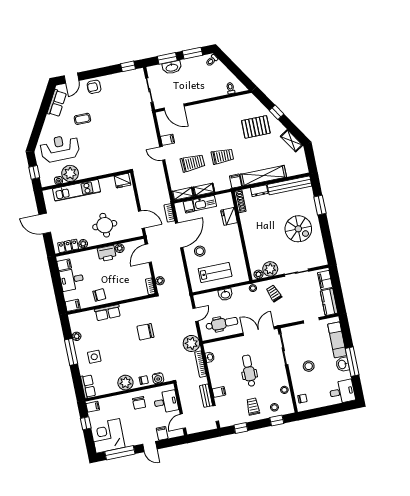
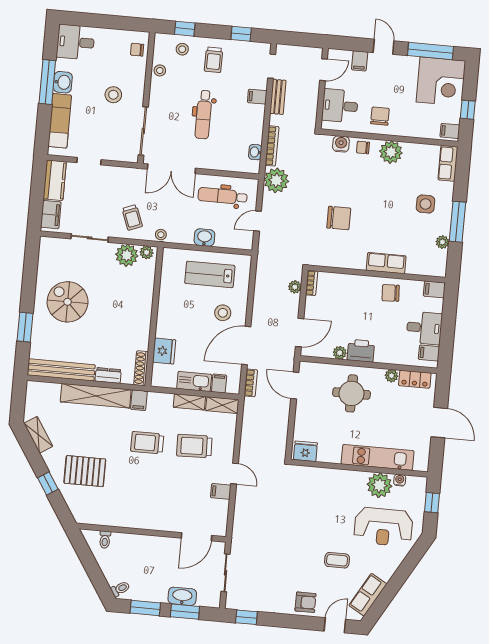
door: (174, 107) -> (196, 537), swing flipped

